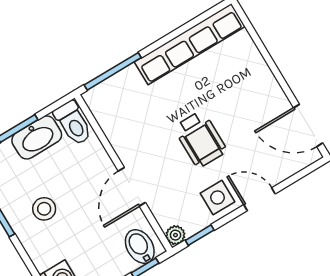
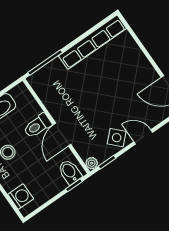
toilet: (73, 123) -> (38, 126), moved, turned 90
wheelchair: (200, 139) -> (103, 102), removed
side table: (217, 198) -> (117, 138), turned 45

